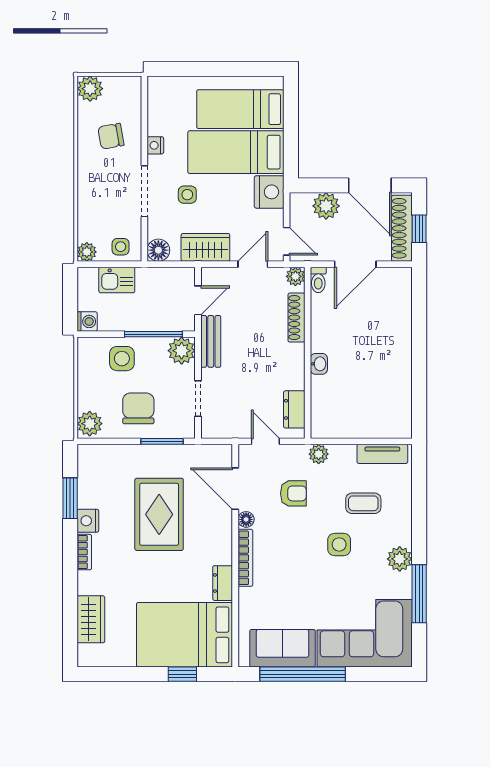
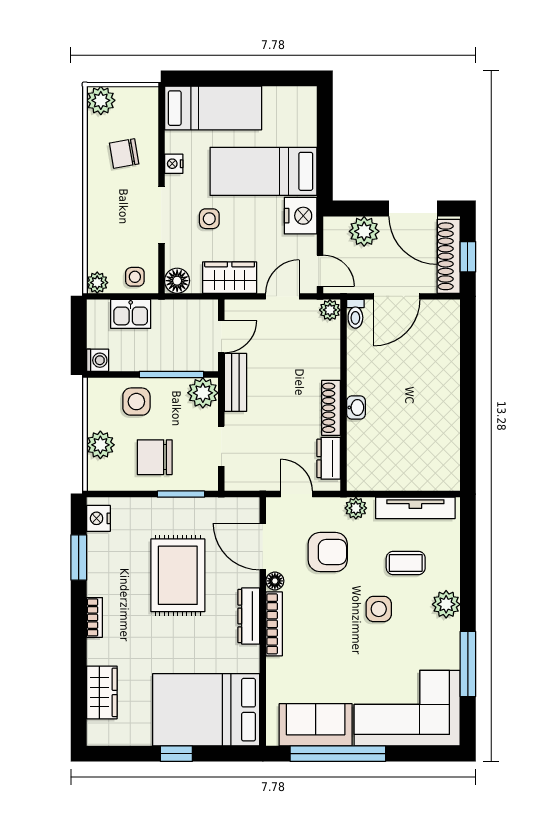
bed: (240, 109) -> (213, 108), moved, turned 180
shoe rack: (296, 318) -> (331, 408), moved
chair: (138, 408) -> (155, 457), turned -90
plant: (90, 424) -> (100, 445), moved
tv unit: (382, 454) -> (415, 508), width x1.41
armchair: (293, 493) -> (328, 552), width x1.38, depth x1.38
nightstand: (88, 521) -> (98, 518), moved
plant: (400, 559) -> (446, 604), moved
dresser: (223, 583) -> (249, 616), moved, width x1.44
window: (182, 674) -> (176, 754), moved

